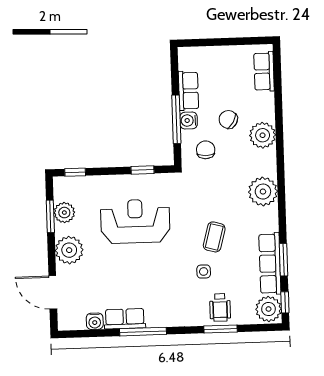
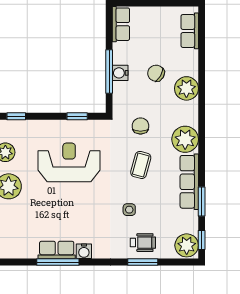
row of seats: (188, 91) -> (121, 24), moved
chair: (206, 150) -> (140, 126), moved
coffee table: (214, 237) -> (141, 165), moved
row of seats: (270, 264) -> (189, 182), moved
wheelchair: (220, 307) -> (143, 243), turned -90
water cooler: (95, 321) -> (84, 251), moved
window: (143, 332) -> (58, 262), moved

